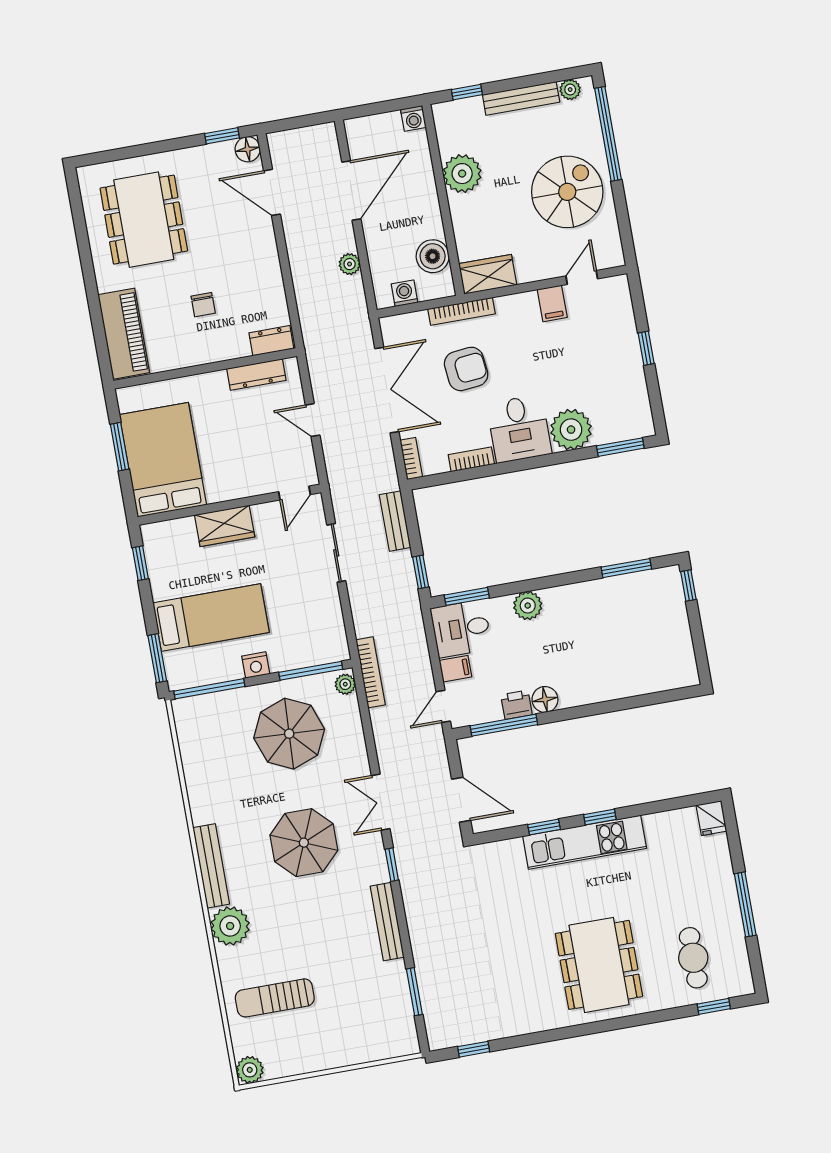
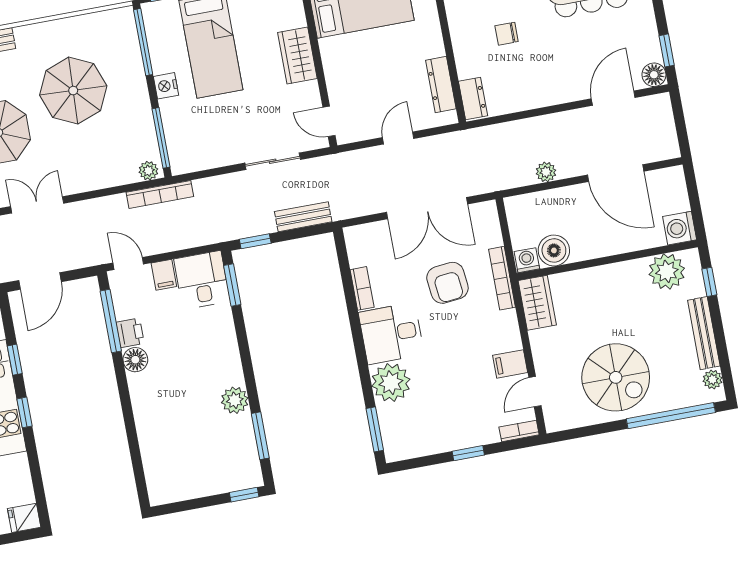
washing machine: (413, 118) -> (680, 228), width x1.38, depth x1.38
plant: (462, 174) -> (667, 271), moved
door: (582, 277) -> (535, 392), swing flipped
washing machine: (404, 293) -> (527, 260), moved, turned -90
bookcase: (411, 459) -> (519, 431), moved, turned 180
plant: (528, 606) -> (235, 400), moved
parasol: (289, 734) -> (73, 91), moved

